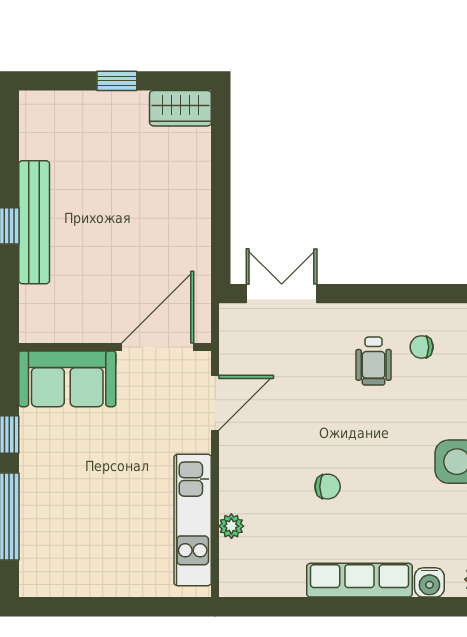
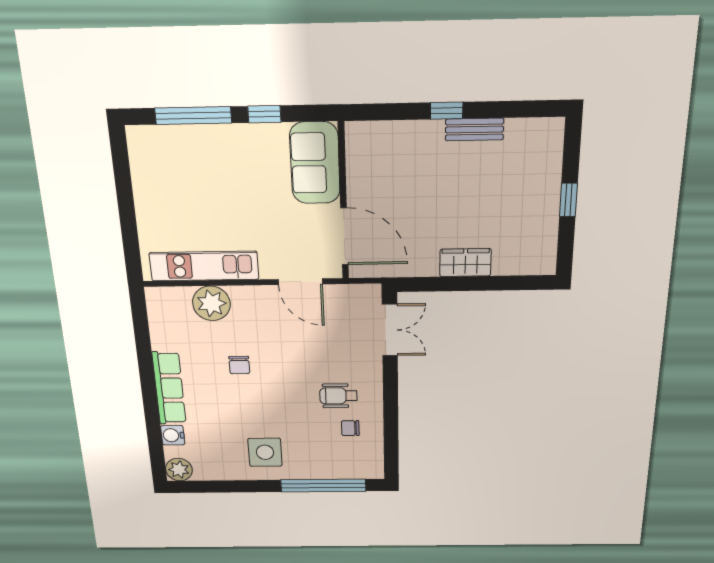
wardrobe: (180, 108) -> (465, 263), moved, turned 90
bench: (34, 222) -> (474, 129), width x0.54, depth x0.82
chair: (422, 347) -> (350, 428), turned -90
plant: (231, 526) -> (211, 303), width x1.88, depth x1.88

